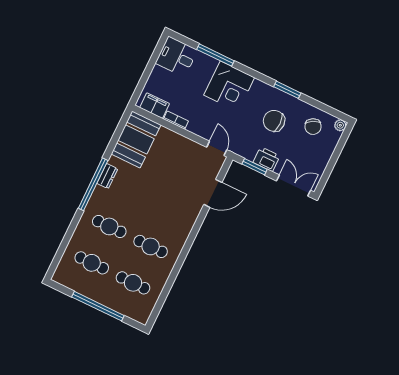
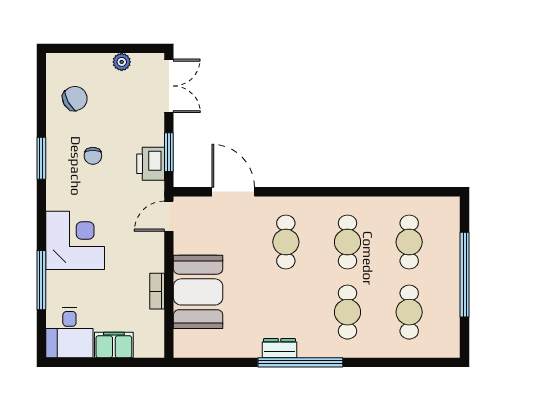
filing cabinet: (154, 106) -> (114, 345), moved, turned 90
chair: (274, 121) -> (93, 156), width x0.54, depth x0.54
plant: (340, 125) -> (122, 62), moved
booth: (136, 139) -> (198, 292), moved, turned 90
printer: (266, 159) -> (151, 164), moved
double door: (294, 186) -> (169, 86), swing flipped
cafe table: (168, 210) -> (286, 242), added

